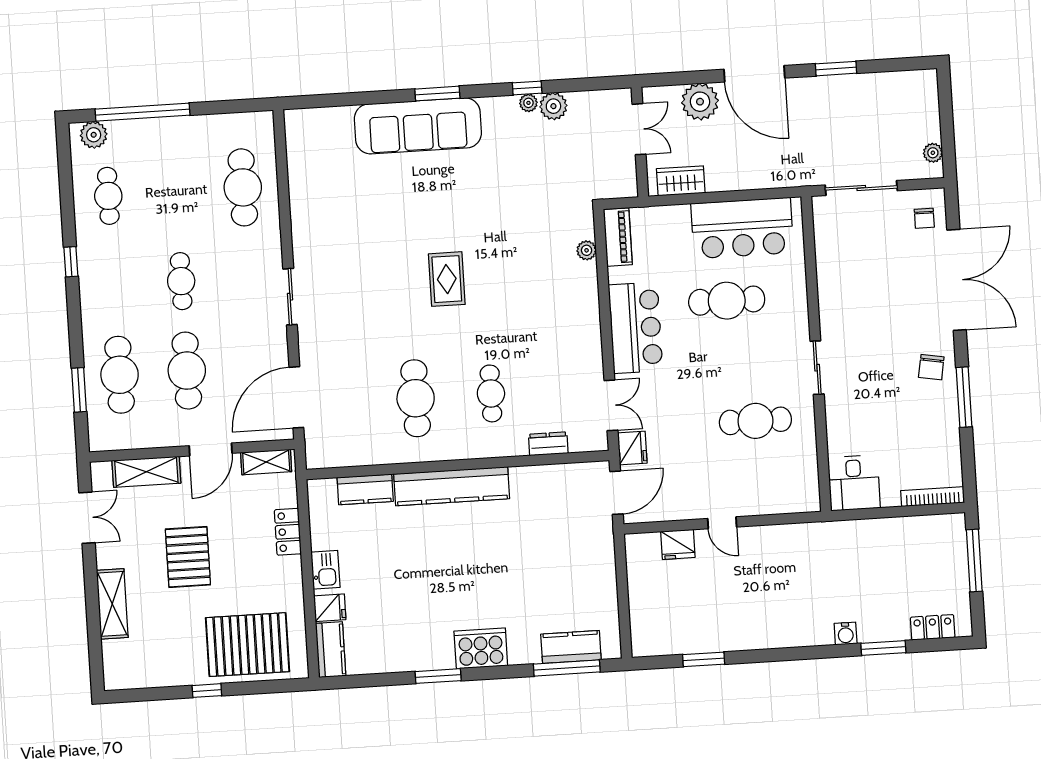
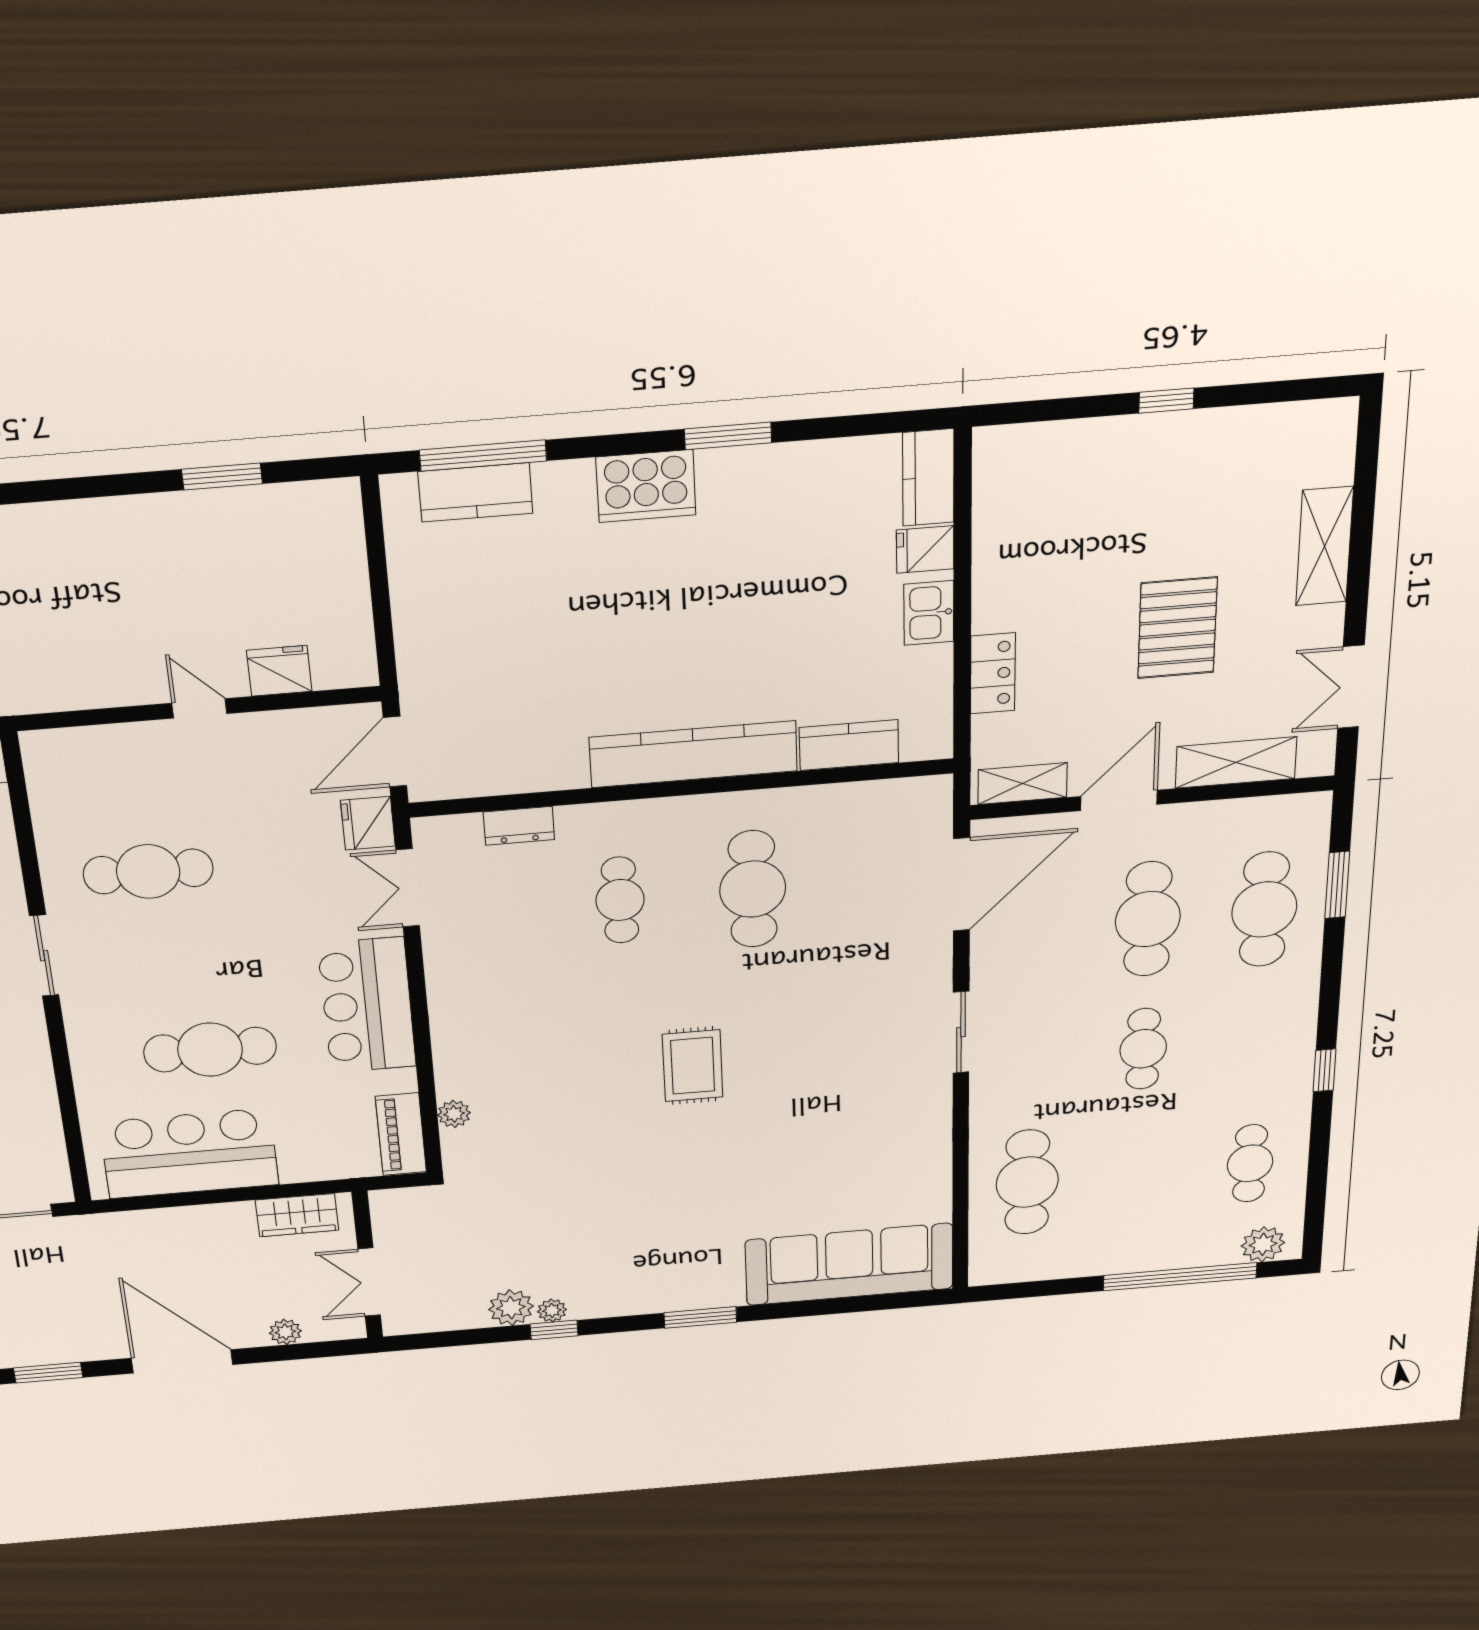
plant: (700, 102) -> (285, 1332), width x0.53, depth x0.53
sofa: (418, 126) -> (849, 1264), moved
pallet: (248, 645) -> (1083, 483), removed

